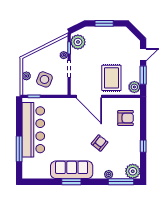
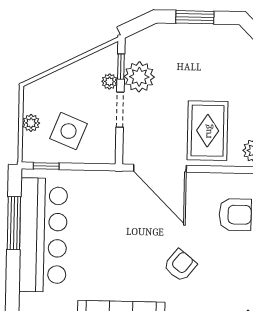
plant: (78, 42) -> (139, 77), moved
window: (19, 149) -> (14, 223), moved

